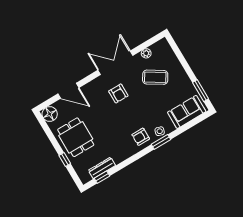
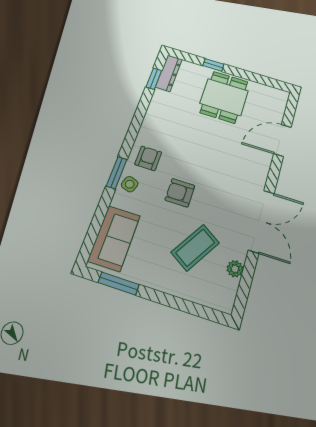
armchair: (118, 93) -> (180, 193), moved
floor lamp: (50, 114) -> (277, 98), removed
dining table: (76, 137) -> (224, 97), turned 90
dresser: (102, 168) -> (169, 73), moved

